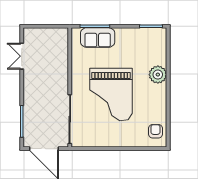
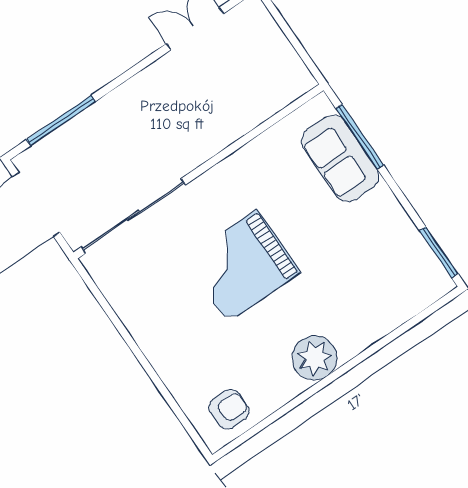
plant: (158, 75) -> (315, 358), moved
grand piano: (111, 94) -> (242, 266), width x0.73, depth x0.68

